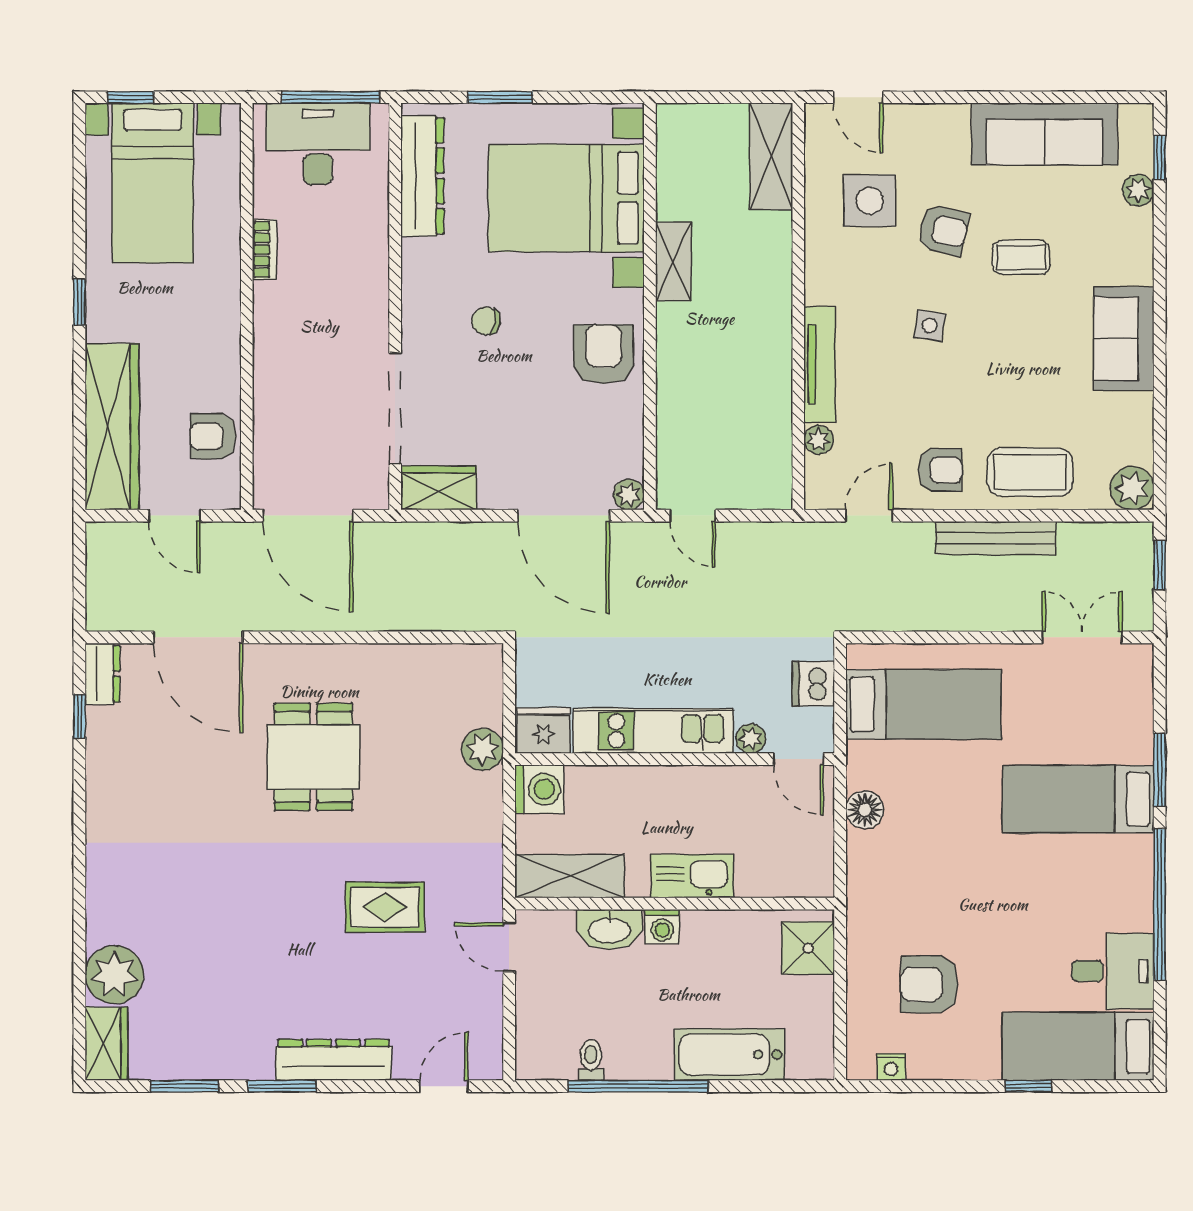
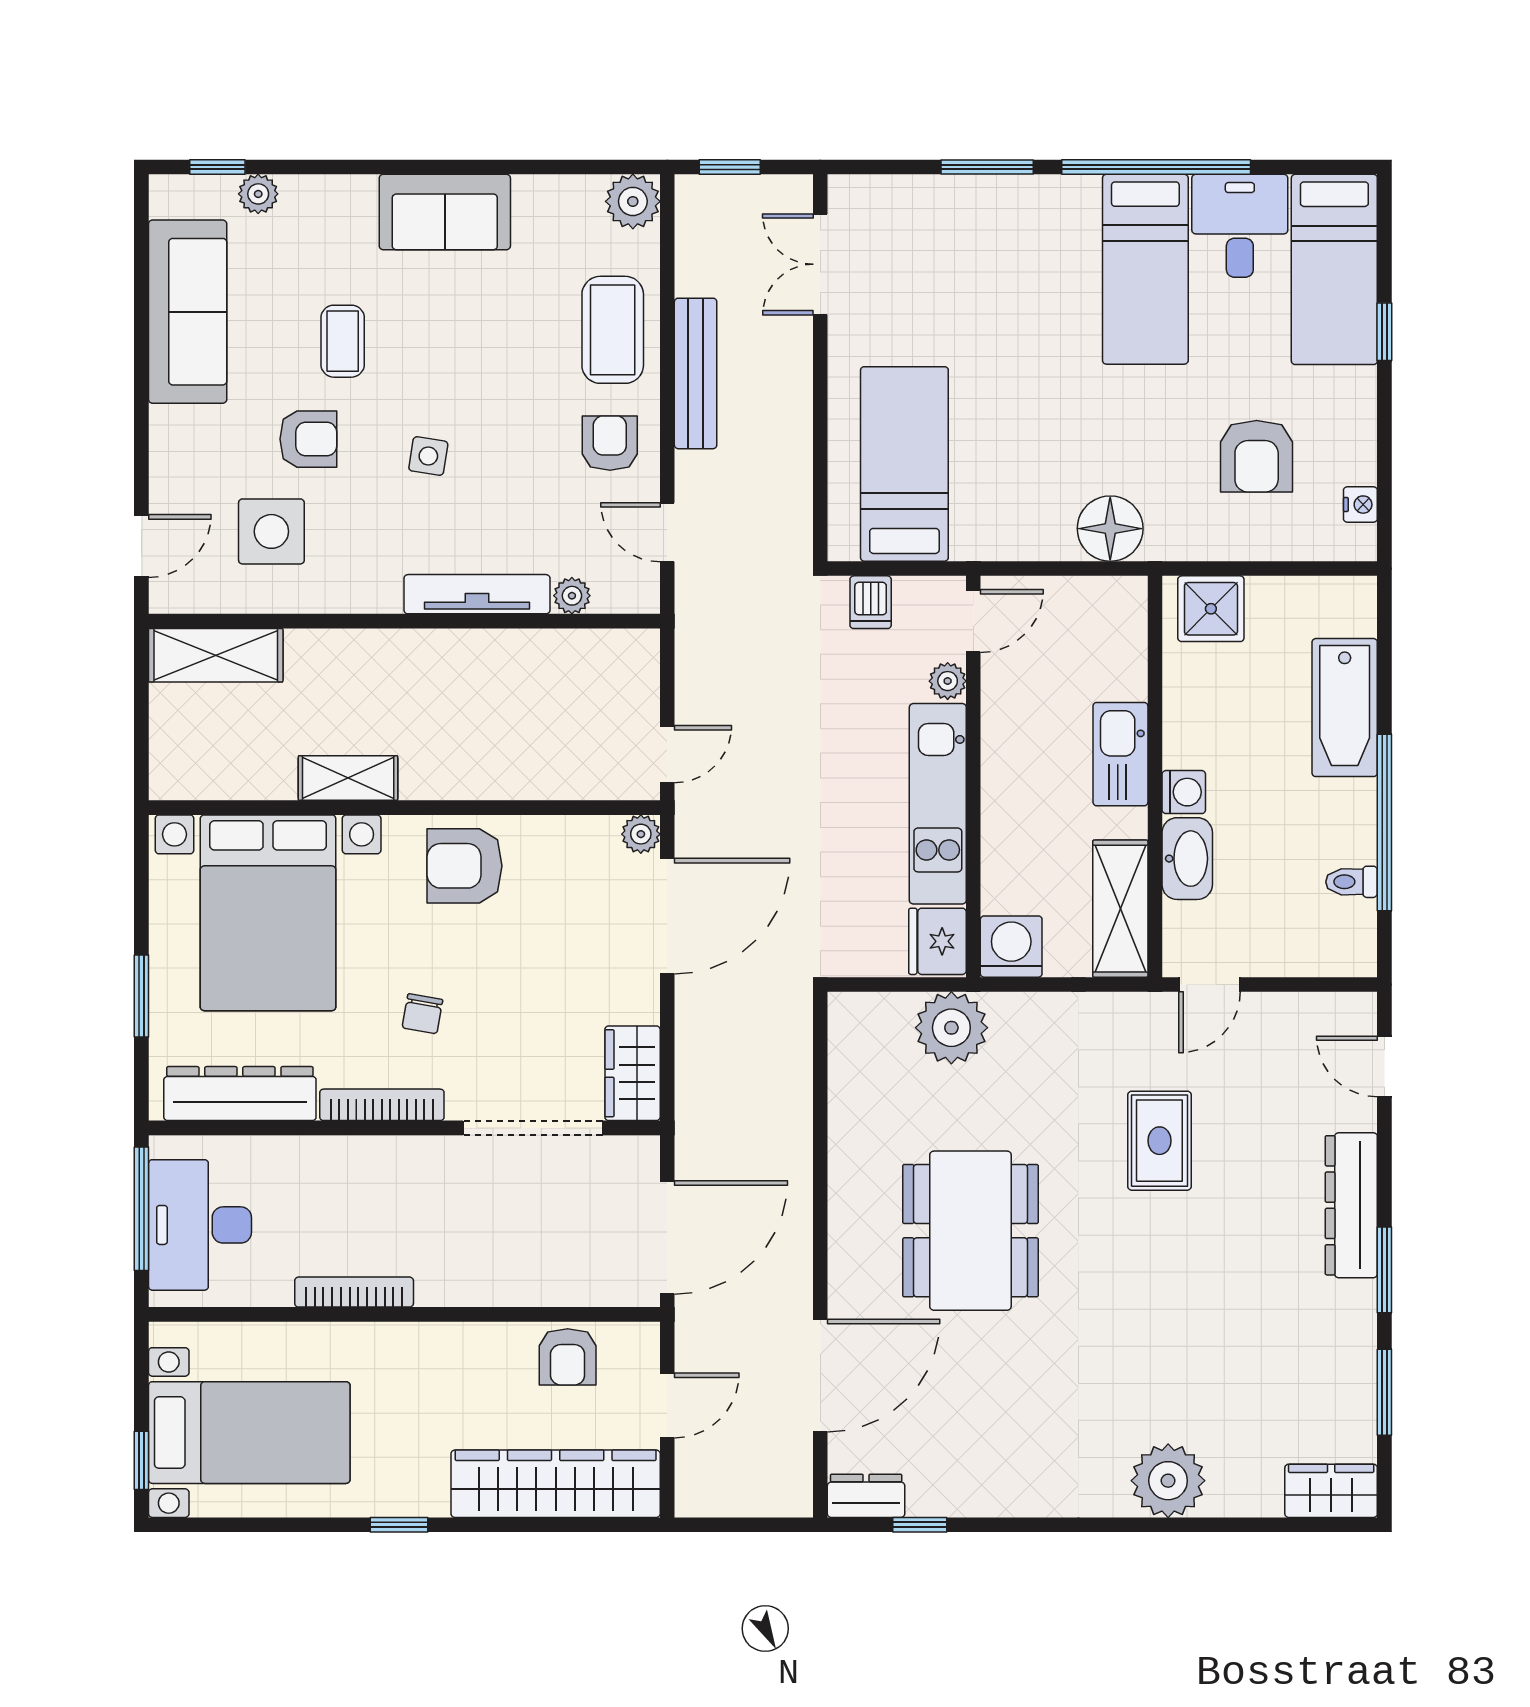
armchair: (943, 230) -> (308, 439), turned 77
bookcase: (265, 249) -> (354, 1292), width x1.56
bookcase: (413, 289) -> (382, 1105), added
dishwasher: (813, 684) -> (871, 602), width x0.73
plant: (482, 749) -> (951, 1028), width x1.36, depth x1.36
dining table: (313, 757) -> (970, 1231), width x1.37
bed: (1078, 799) -> (1145, 269), moved
floor lamp: (865, 810) -> (1110, 529), moved, width x1.38, depth x1.38
plant: (114, 975) -> (1168, 1481), moved

